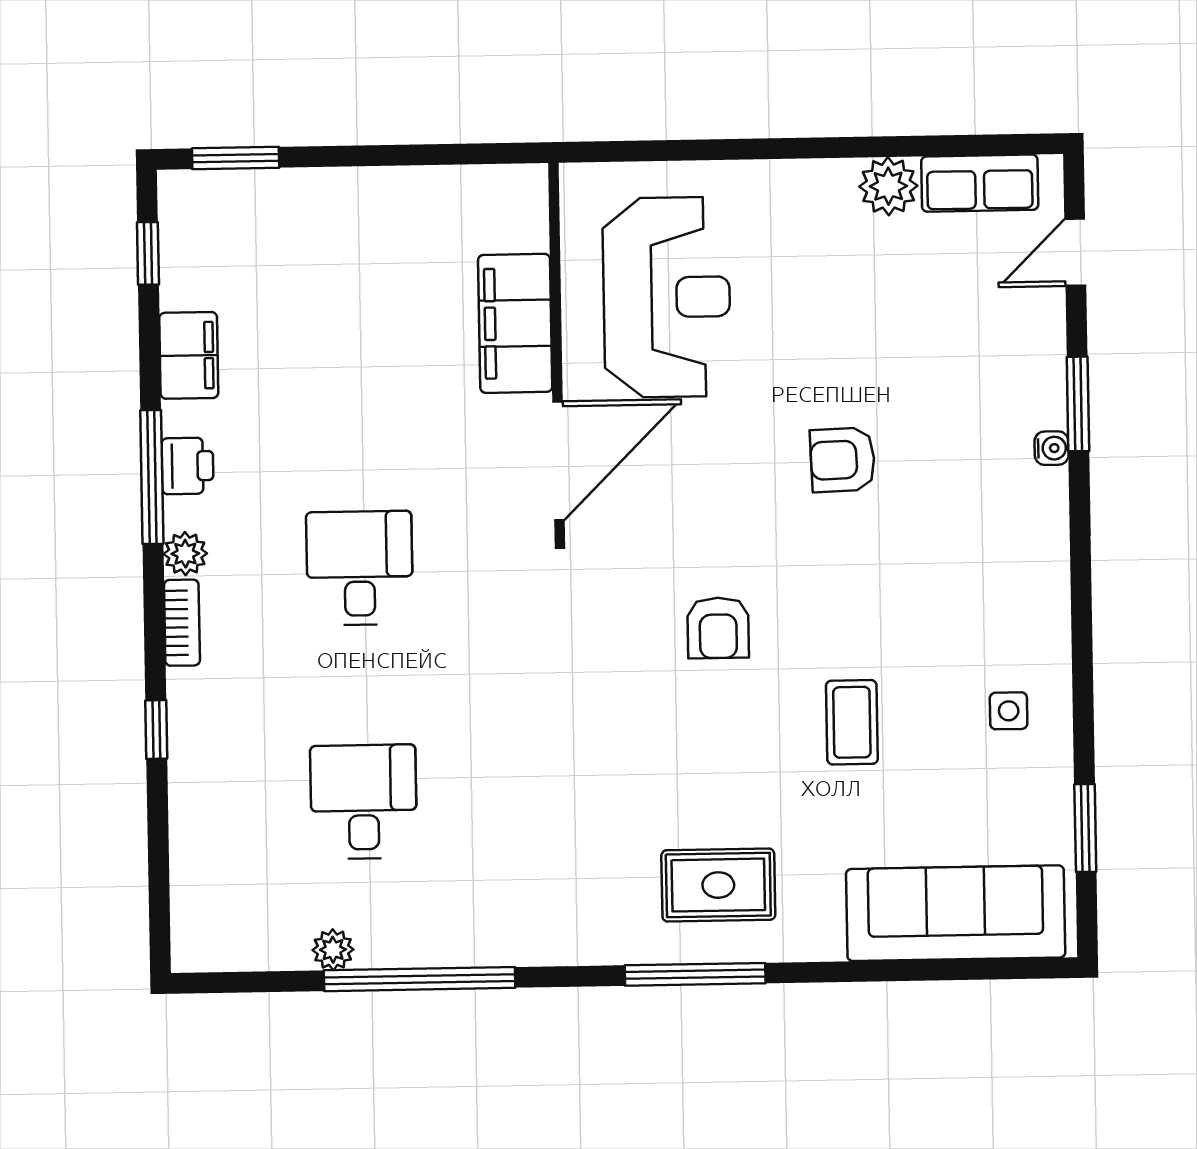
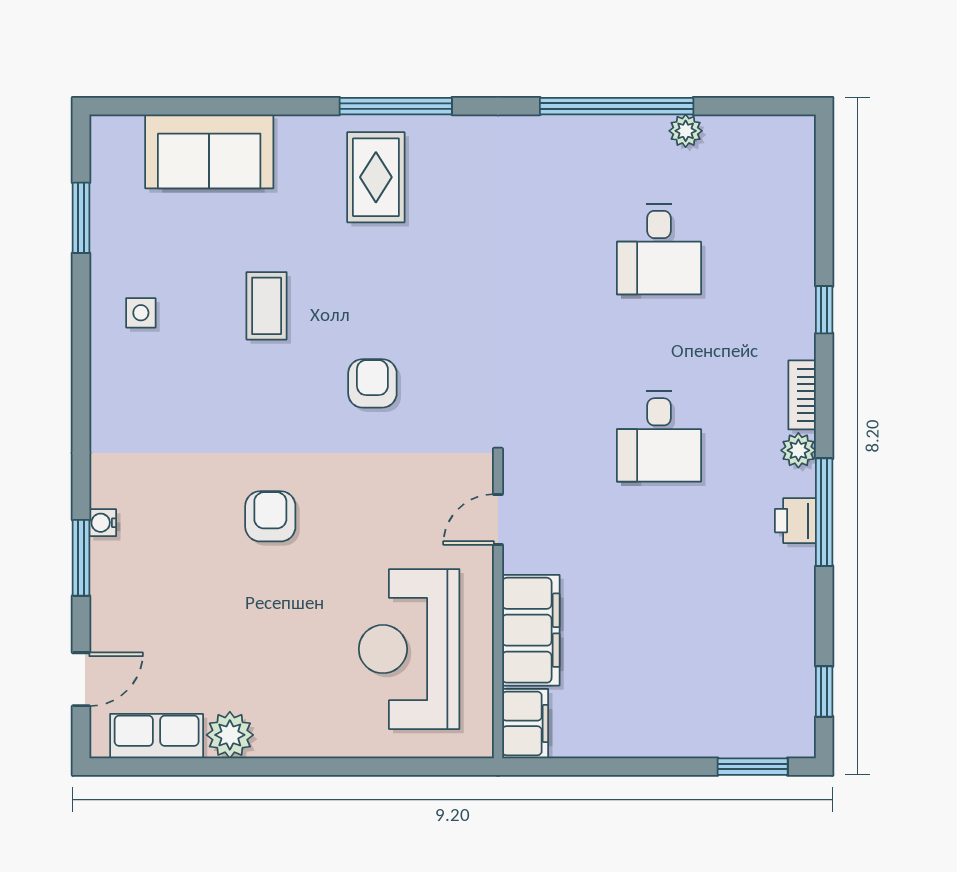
filing cabinet: (189, 355) -> (525, 723), moved, turned 180
armchair: (843, 460) -> (270, 516), turned -88
door: (559, 461) -> (498, 519), width x0.53
rug: (718, 885) -> (376, 177), turned 90
sofa: (956, 913) -> (209, 151), width x0.73

